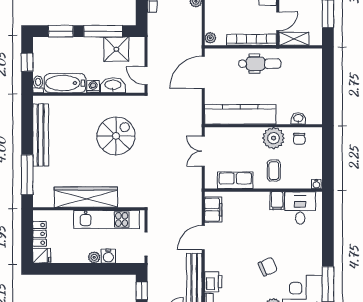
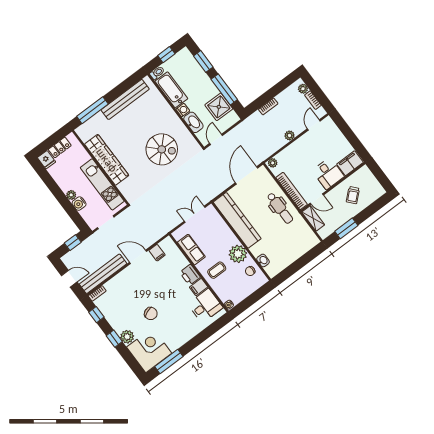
door: (203, 72) -> (247, 175), hinge flipped
filing cabinet: (213, 210) -> (157, 253), width x0.50
printer: (213, 282) -> (190, 275), moved, turned 90

